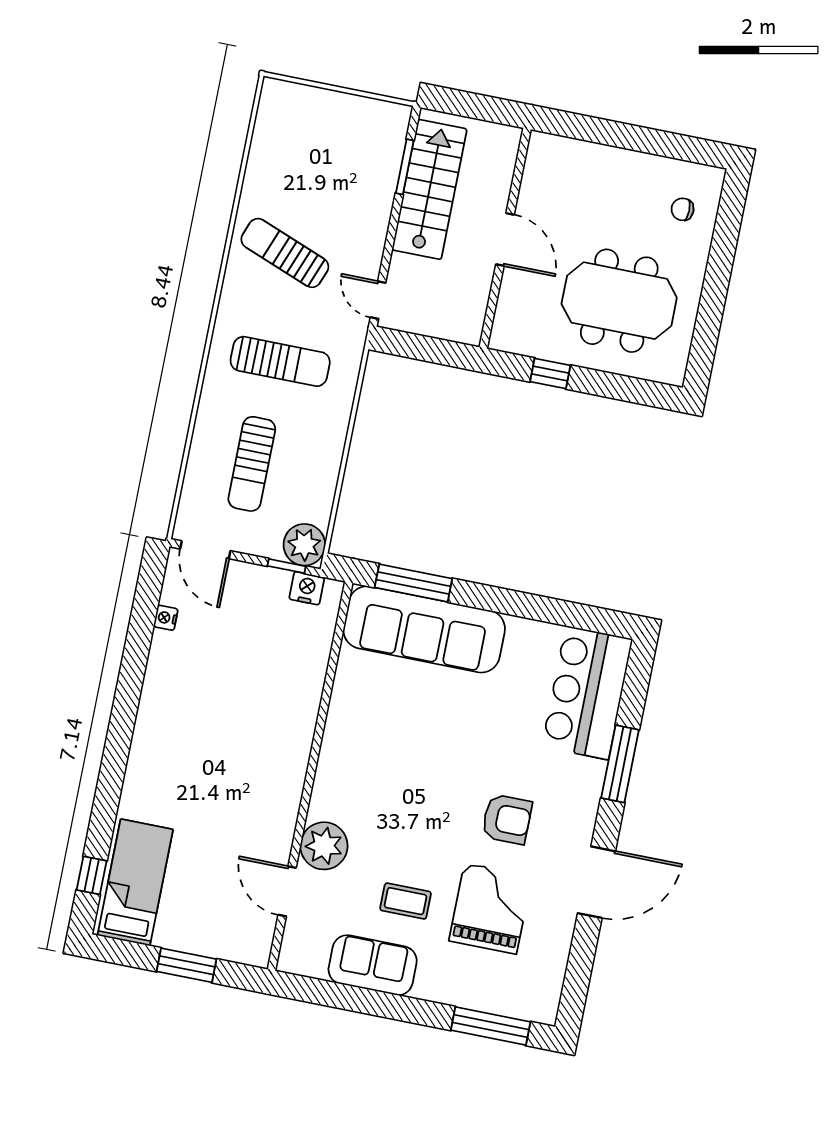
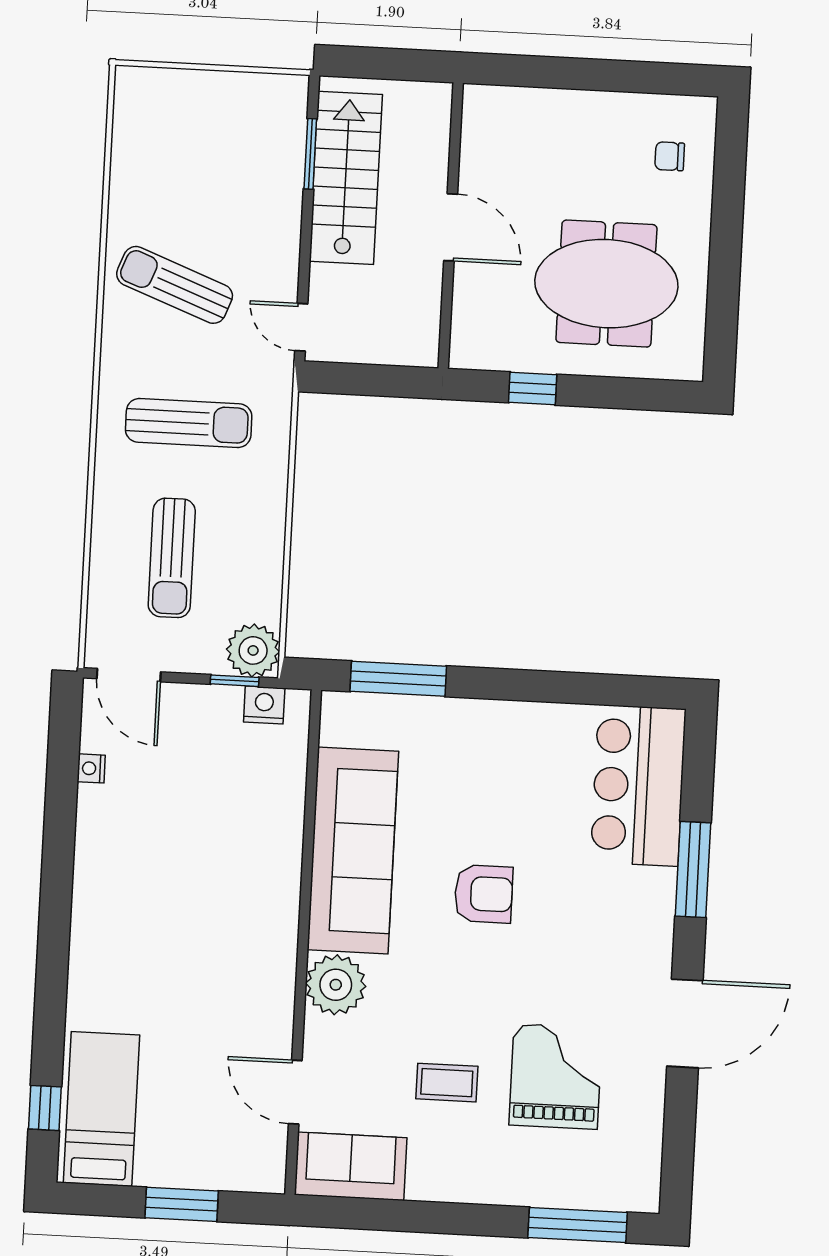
sofa: (424, 629) -> (353, 851), moved, turned -90
armchair: (507, 819) -> (484, 894), moved
plant: (324, 846) -> (336, 985), moved
sofa: (373, 965) -> (351, 1166), moved

